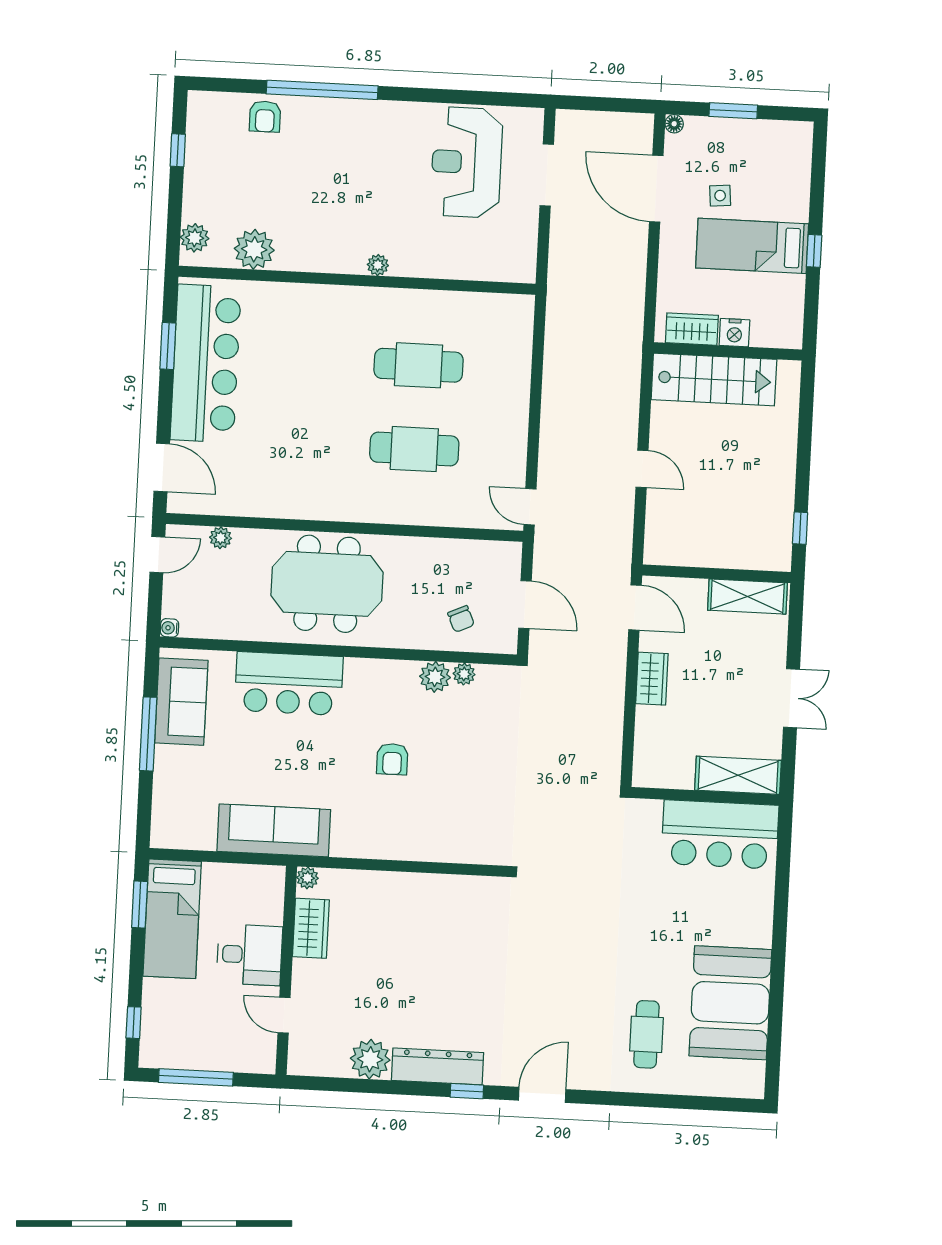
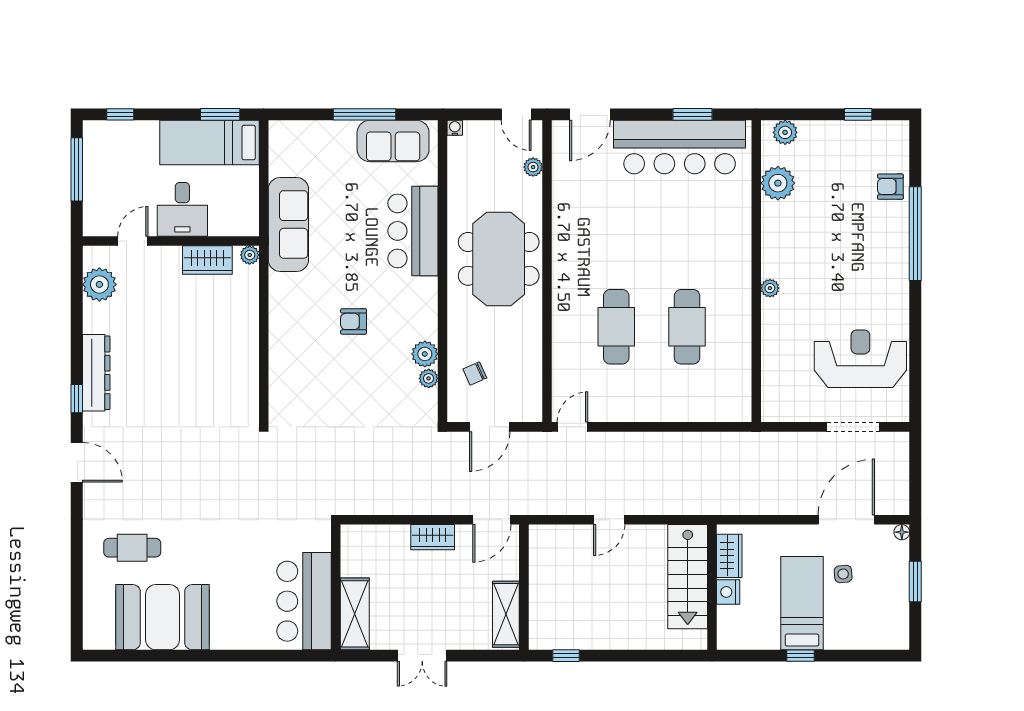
plant: (370, 1059) -> (99, 284), moved

